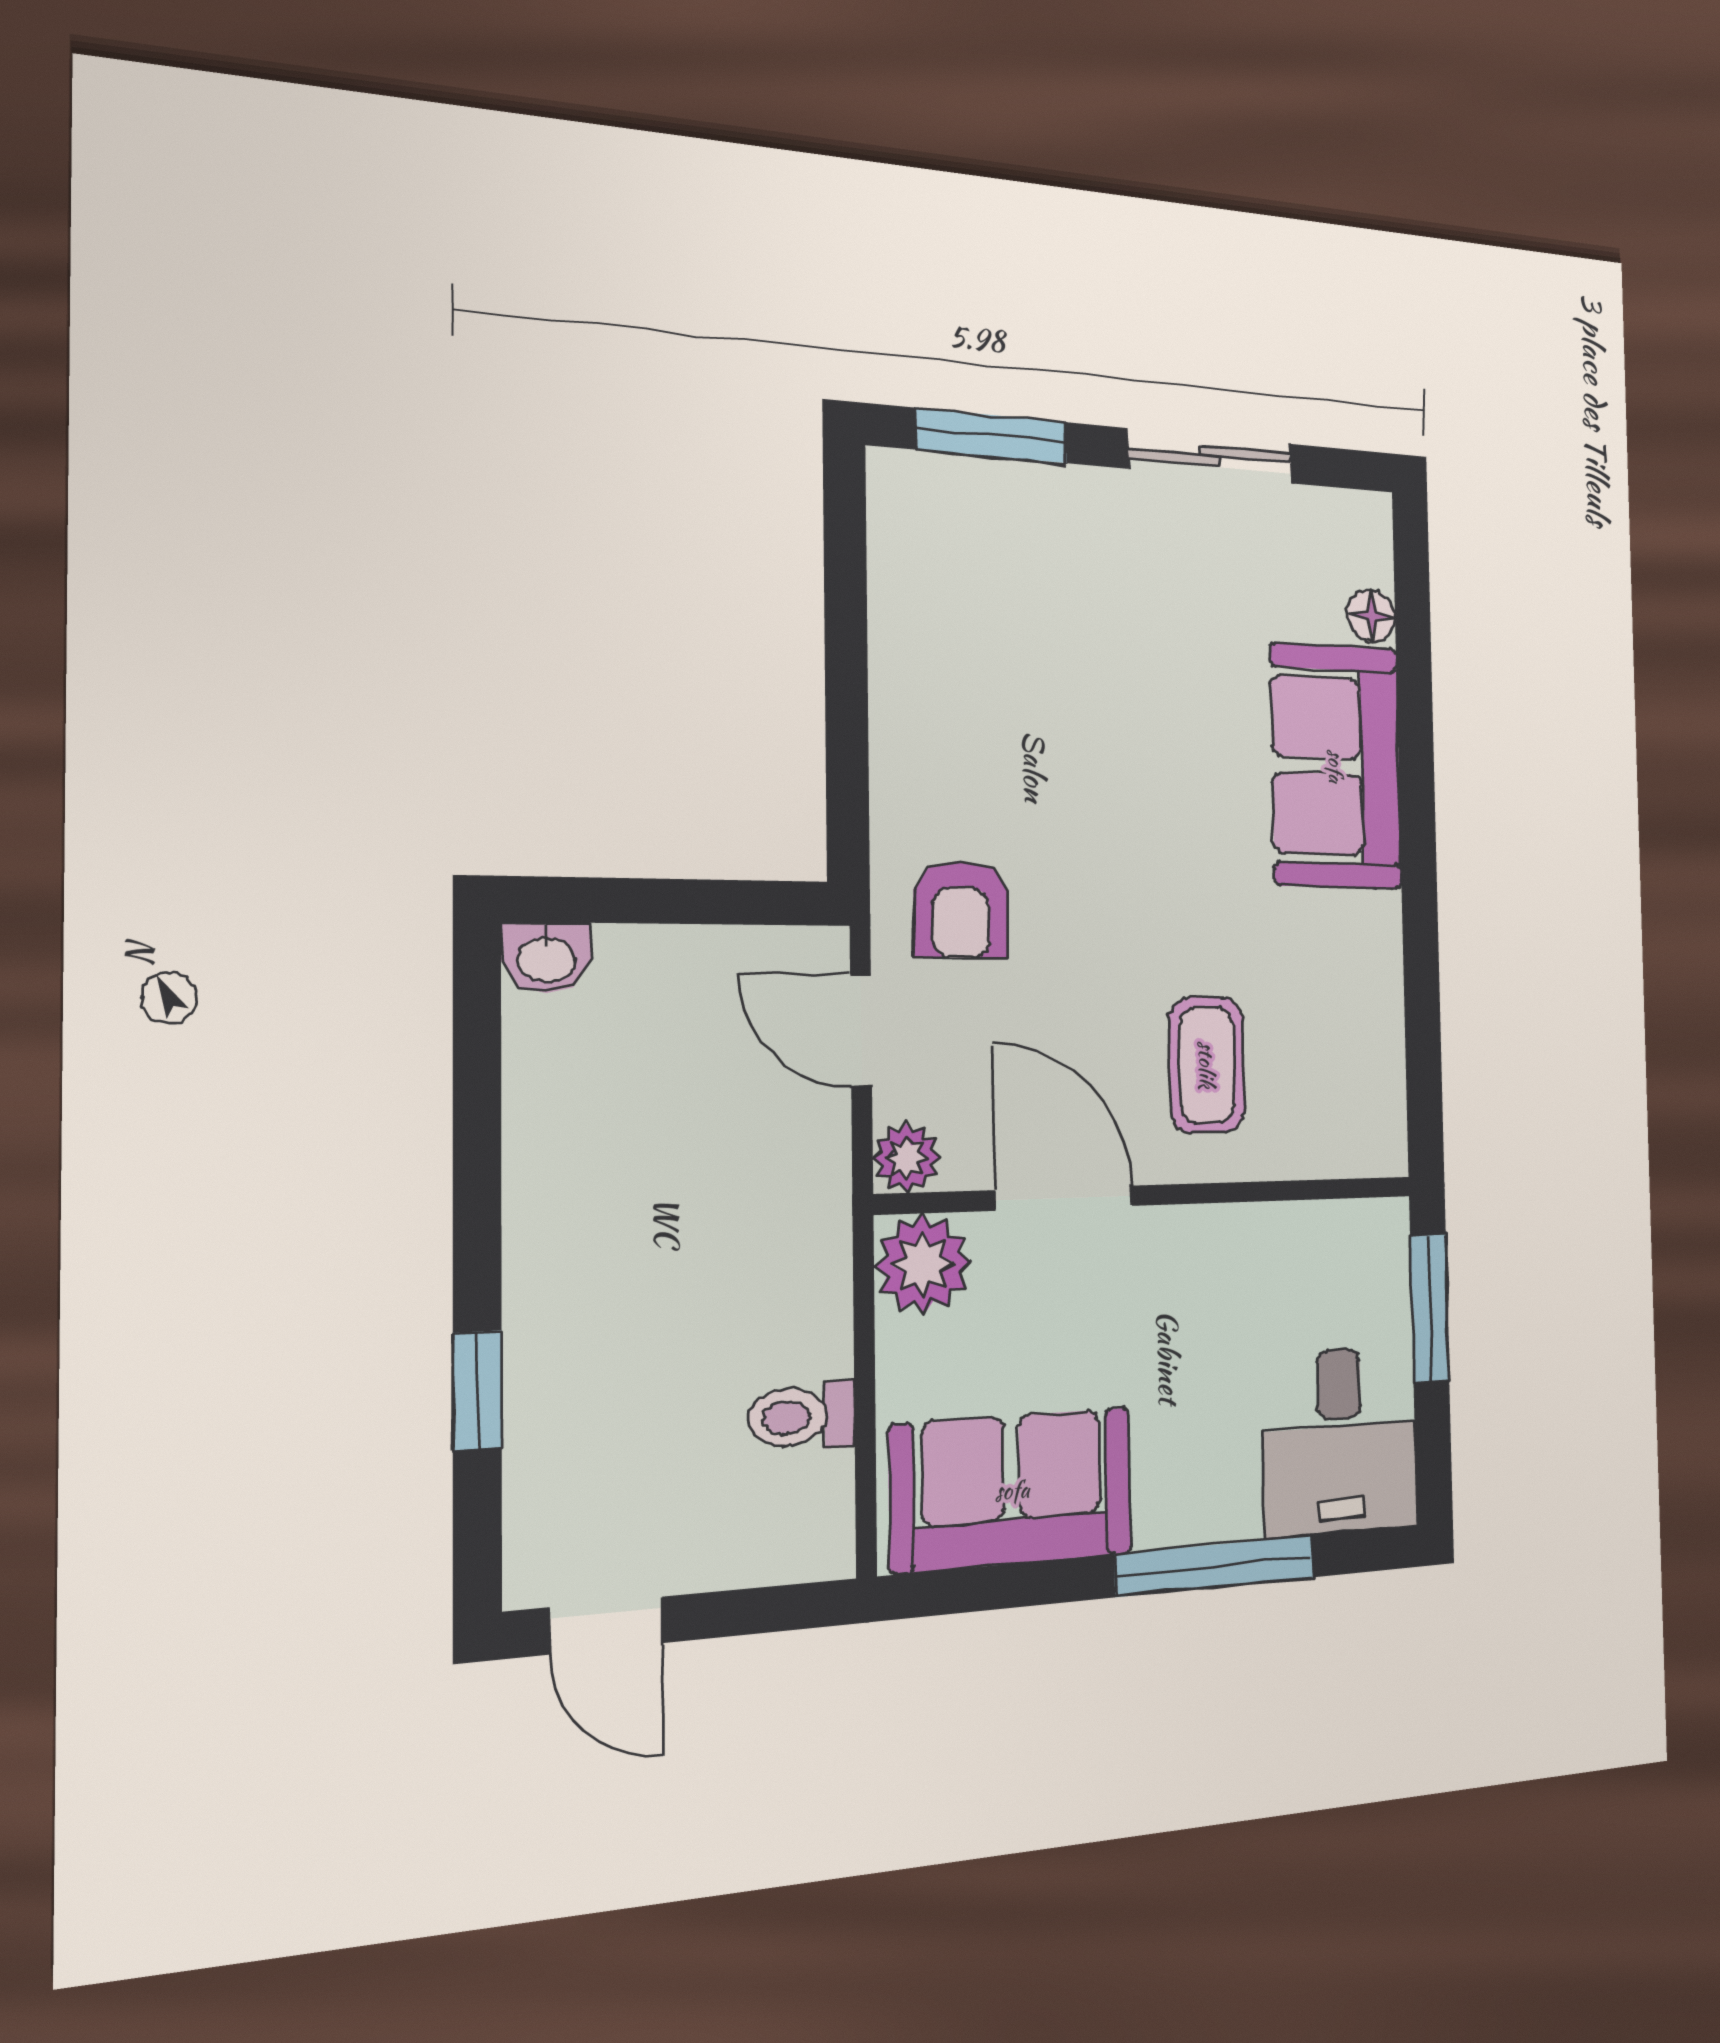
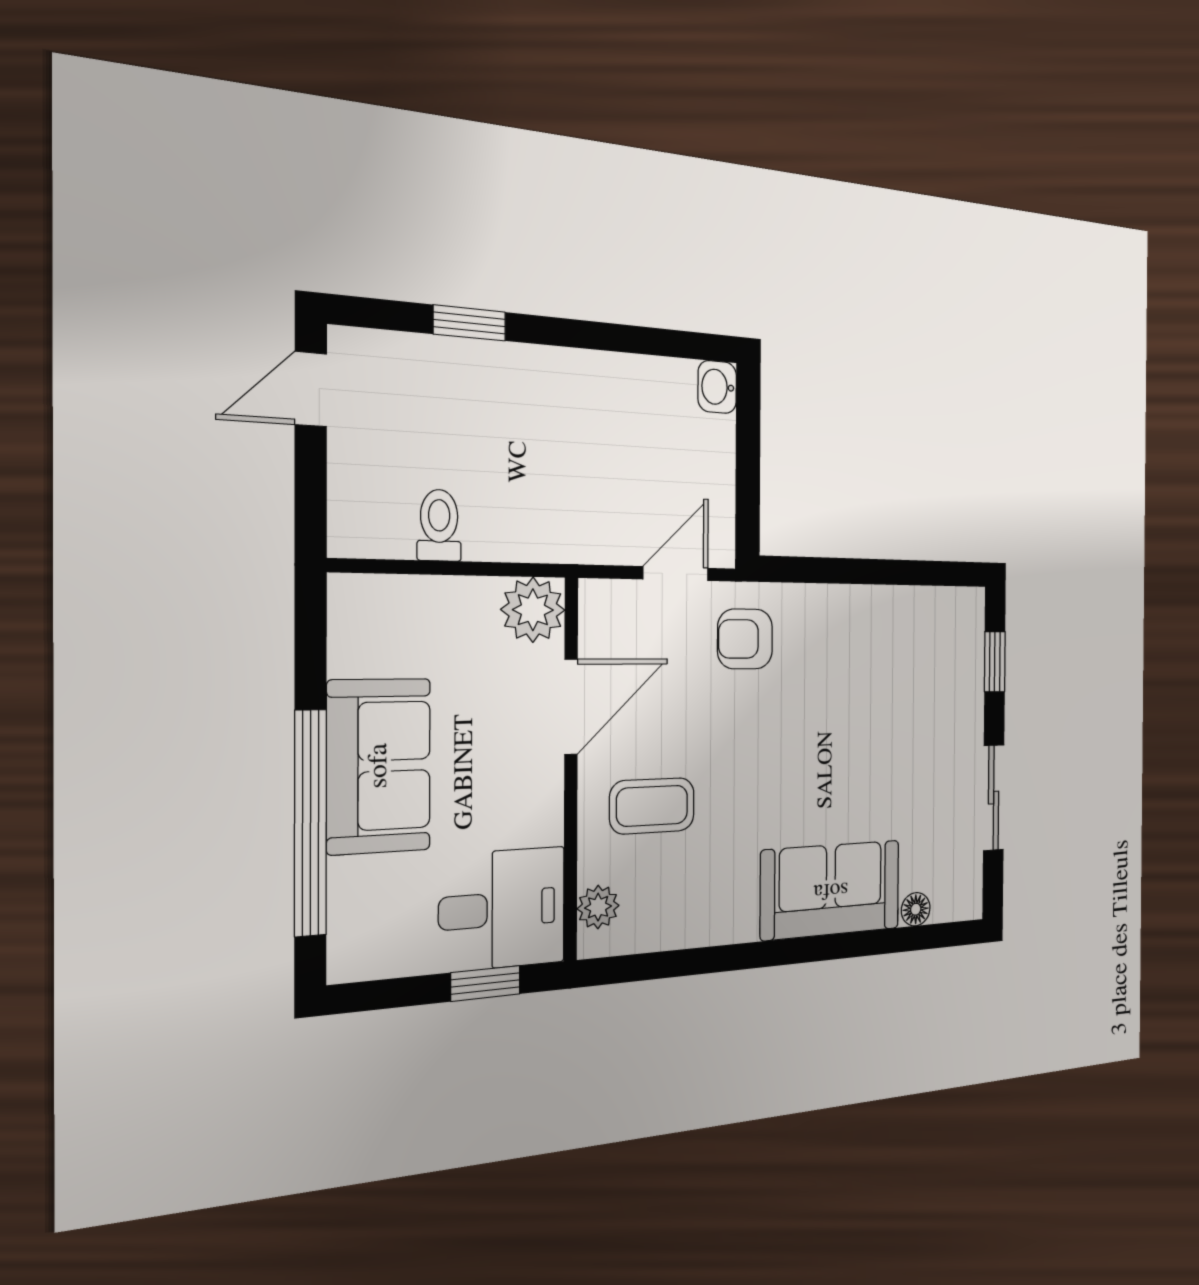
window: (992, 436) -> (995, 662), width x0.67
plant: (906, 1158) -> (598, 907), moved
window: (1430, 1308) -> (486, 983), width x0.67
desk: (1340, 1441) -> (502, 909), moved, turned 180
sofa: (1012, 1490) -> (379, 766), moved
window: (1215, 1566) -> (310, 823), width x1.46

